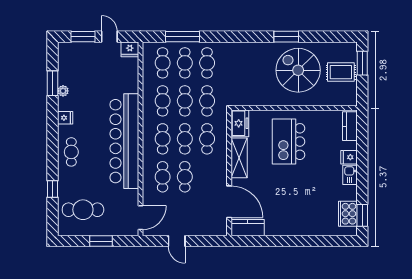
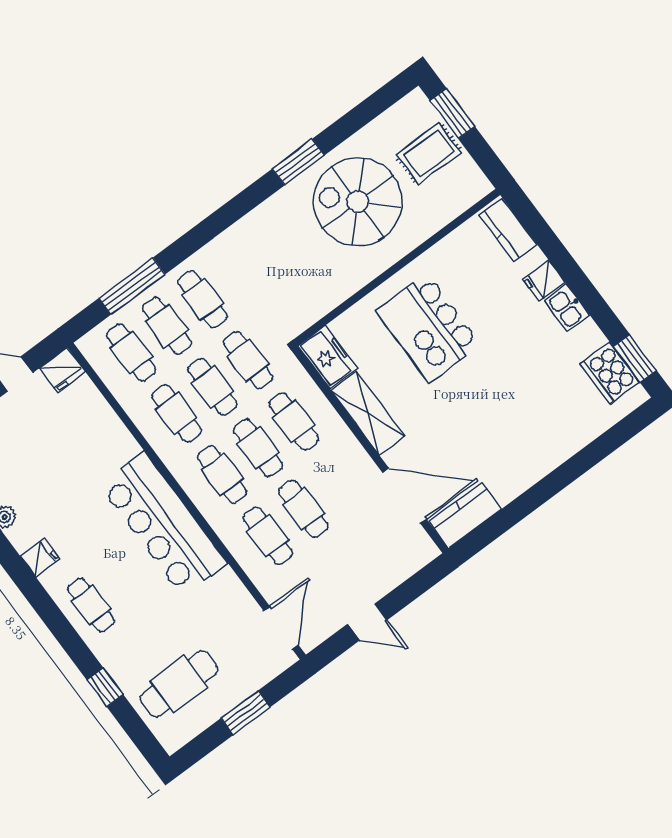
bar counter: (124, 141) -> (163, 524), width x0.73

